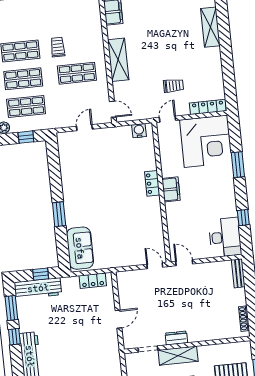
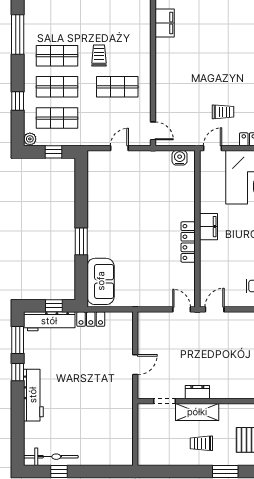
shelving: (118, 60) -> (165, 77), removed
locker: (152, 183) -> (188, 242), moved, width x1.53
door: (184, 263) -> (215, 309), hinge flipped
locker: (93, 281) -> (91, 319), moved

